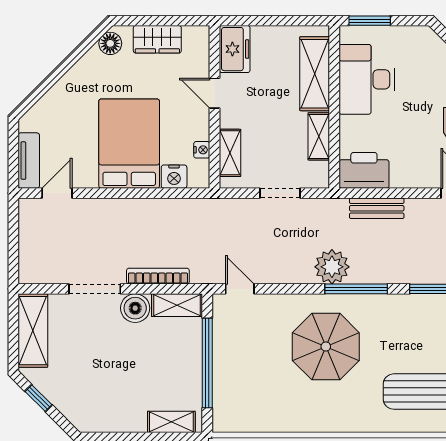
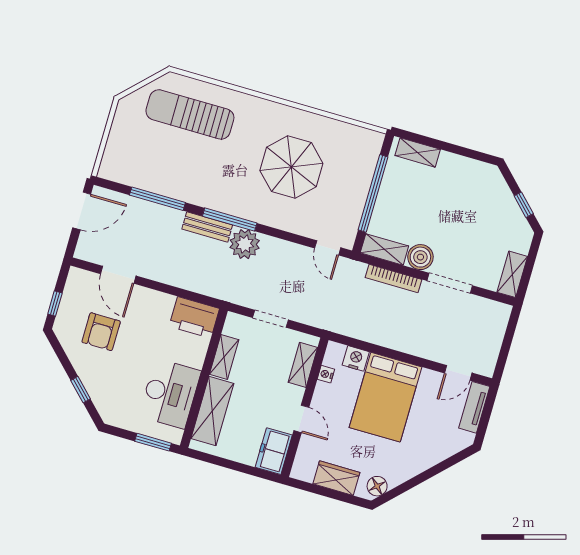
bench: (377, 208) -> (207, 227), moved
shelving: (33, 331) -> (512, 274), width x0.67, depth x0.75
parasol: (326, 347) -> (291, 167), moved

